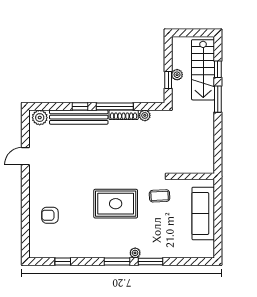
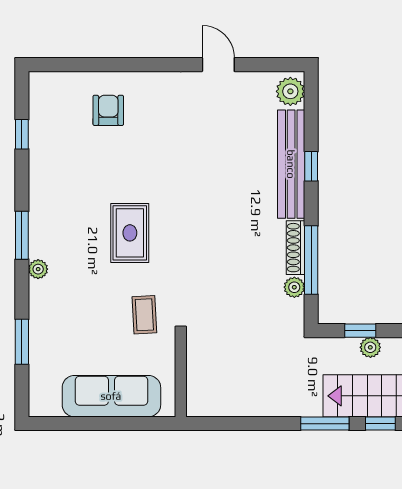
window: (115, 106) -> (311, 260), moved
rug: (116, 204) -> (130, 233), width x0.73, depth x0.70
window: (150, 262) -> (22, 342), moved

